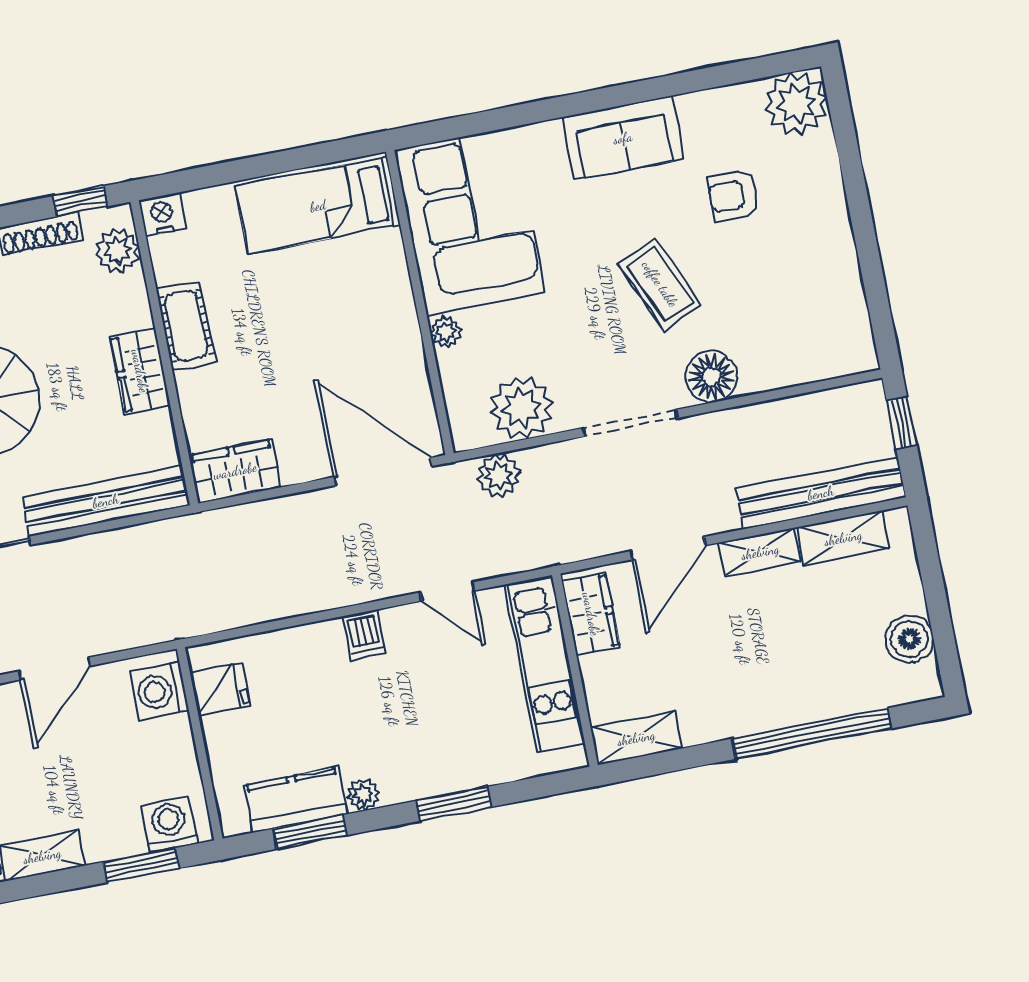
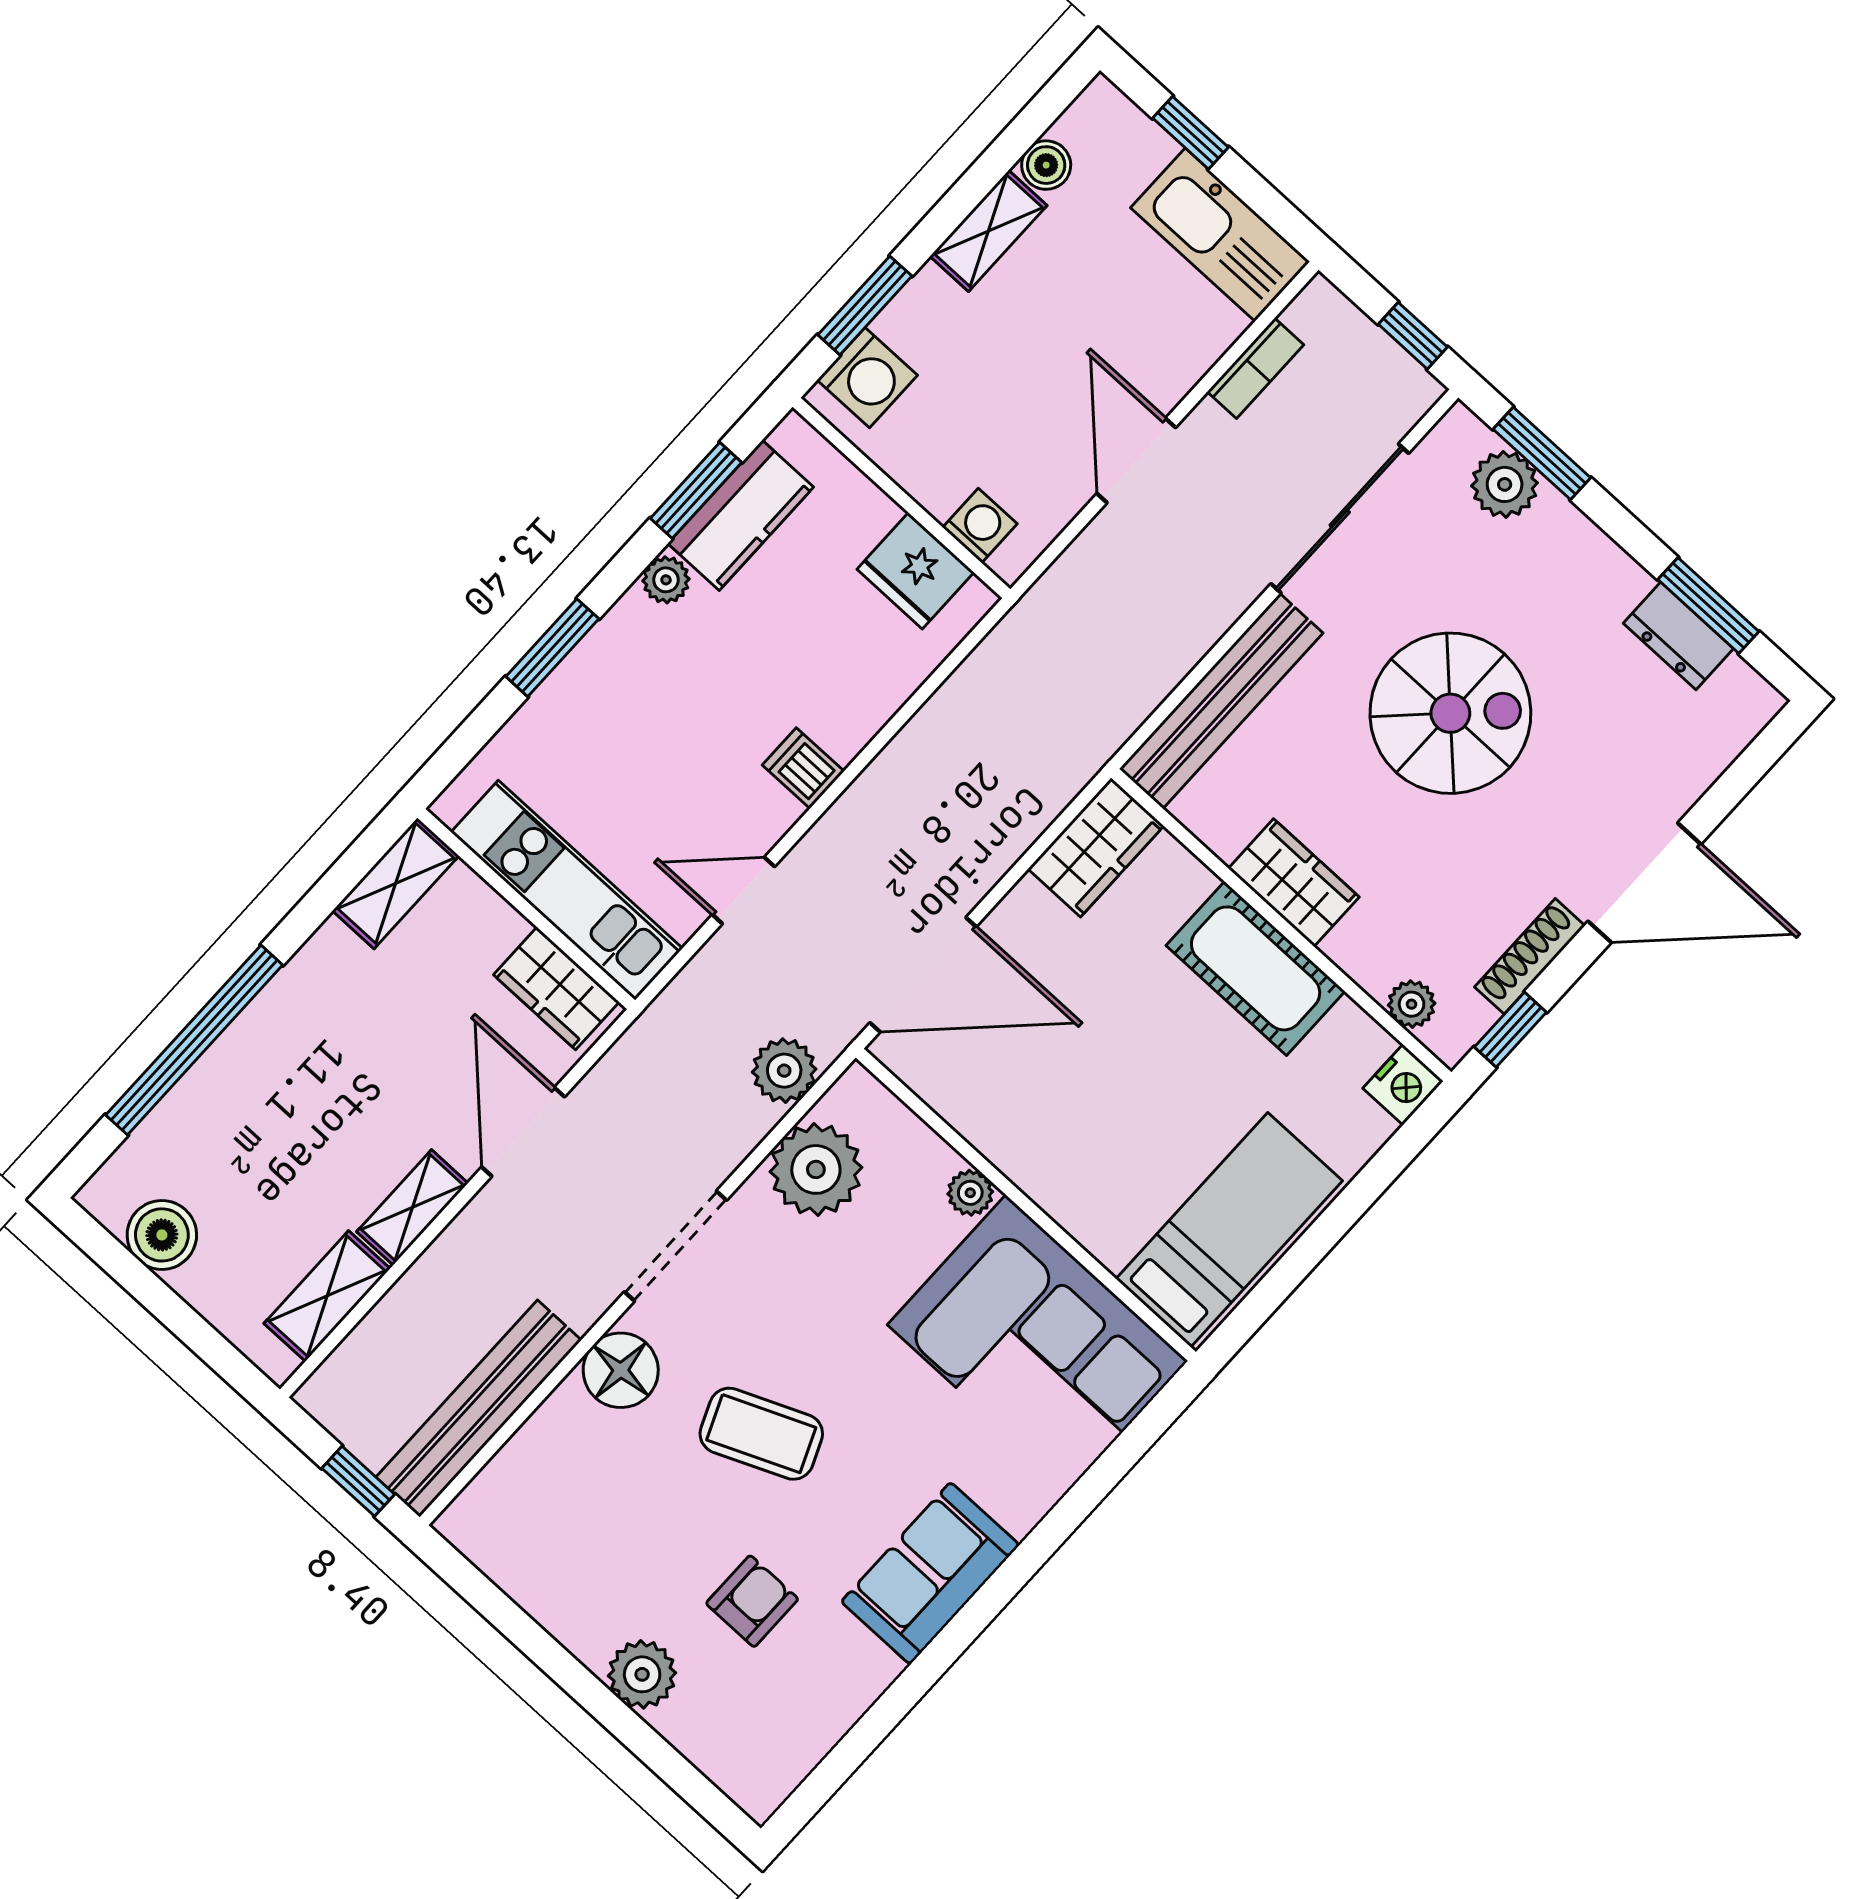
plant: (796, 104) -> (642, 1674), moved, width x0.73, depth x0.73
plant: (118, 251) -> (1412, 1004), width x0.73, depth x0.73
cot: (186, 326) -> (1256, 968), width x1.37, depth x1.34
bench: (821, 493) -> (479, 1409), moved
fridge: (220, 690) -> (915, 571), width x1.38
washing machine: (160, 691) -> (980, 526), width x0.73, depth x0.73

